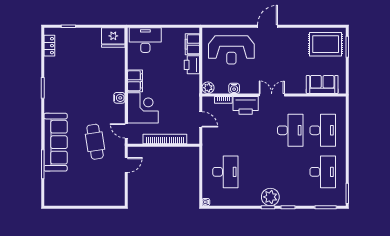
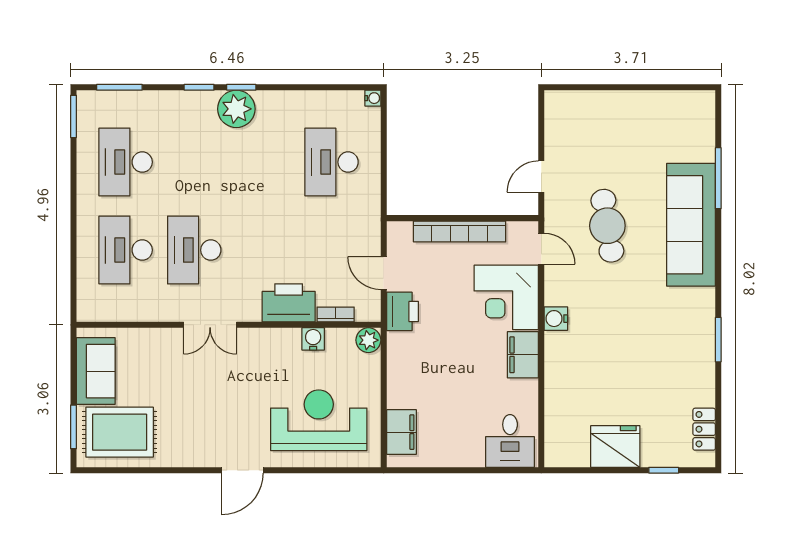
fridge: (113, 37) -> (615, 446), moved
desk: (145, 40) -> (510, 441), width x0.73
printer: (192, 65) -> (403, 311), moved
sofa: (322, 84) -> (96, 371), moved, turned -90
double door: (272, 95) -> (210, 325), moved

